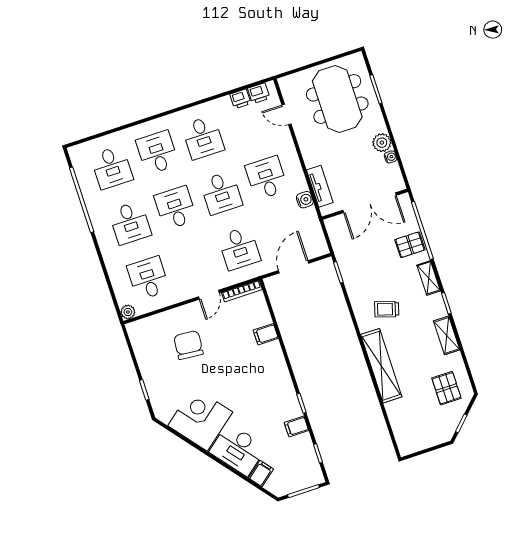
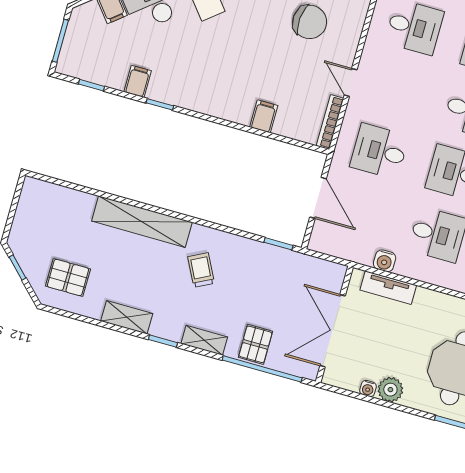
trolley: (387, 309) -> (201, 270), turned -44

